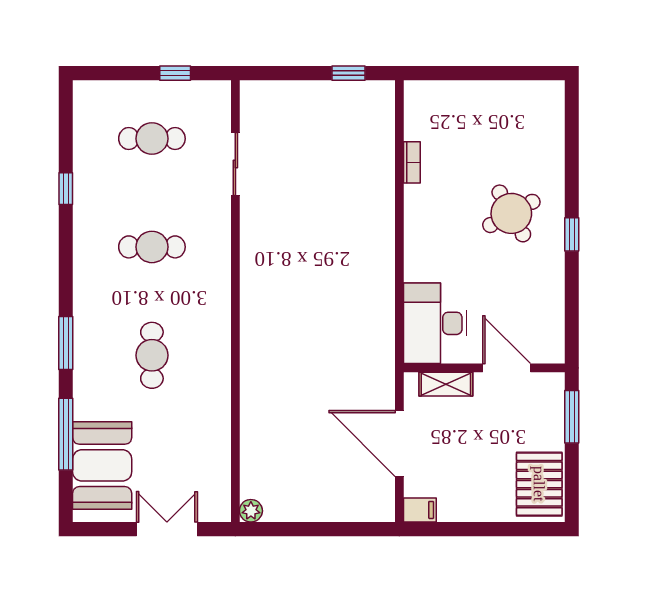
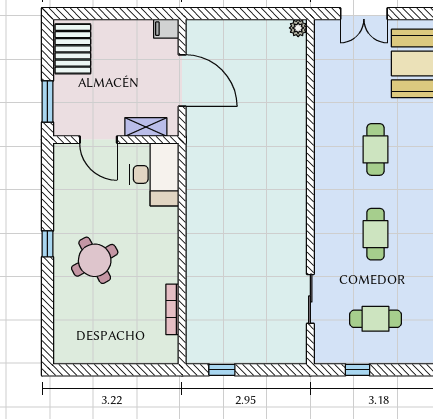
bookcase: (412, 162) -> (172, 309), width x1.56
cafe table: (152, 247) -> (376, 234), turned 90

